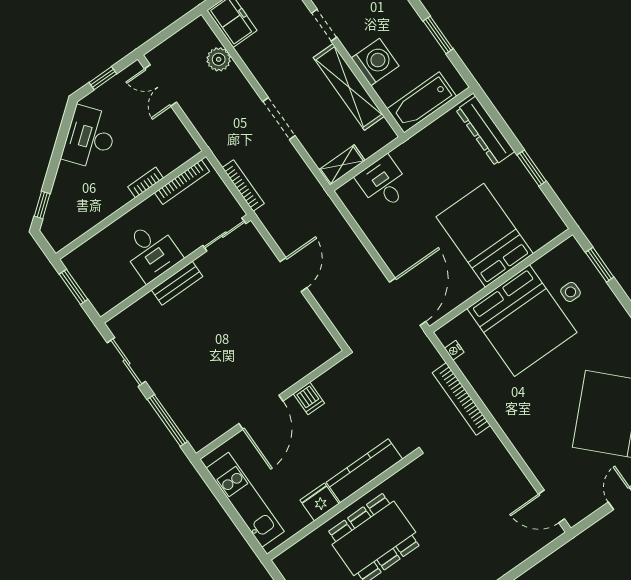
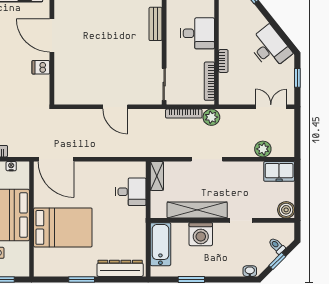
plant: (224, 149) -> (211, 117), added
desk: (151, 251) -> (198, 33), moved, turned 180
bench: (177, 283) -> (156, 24), moved

